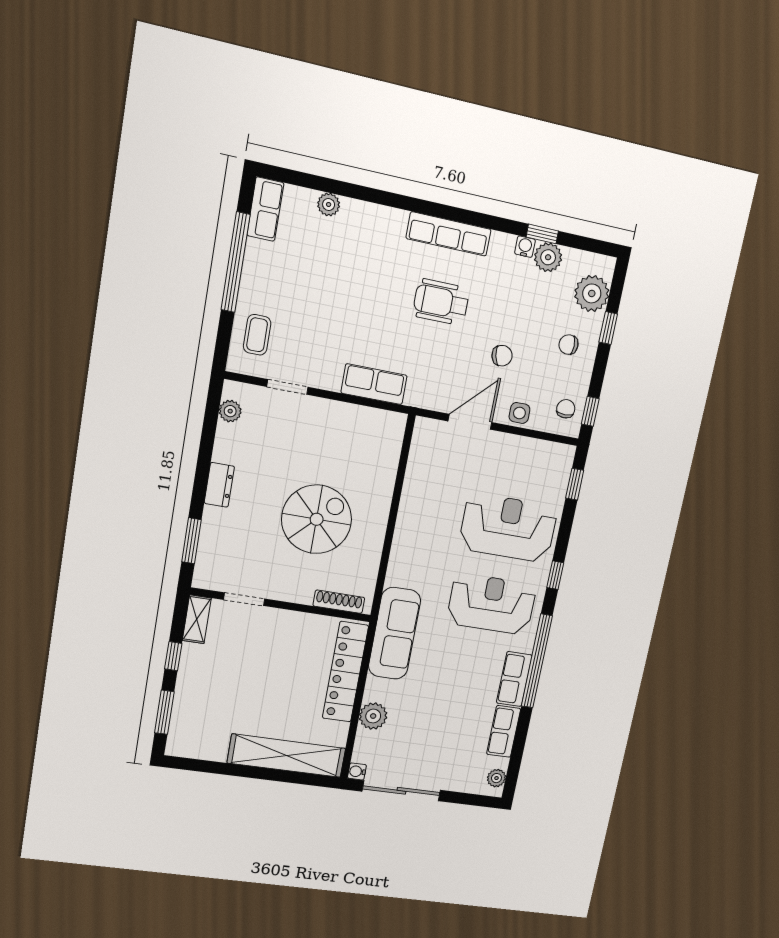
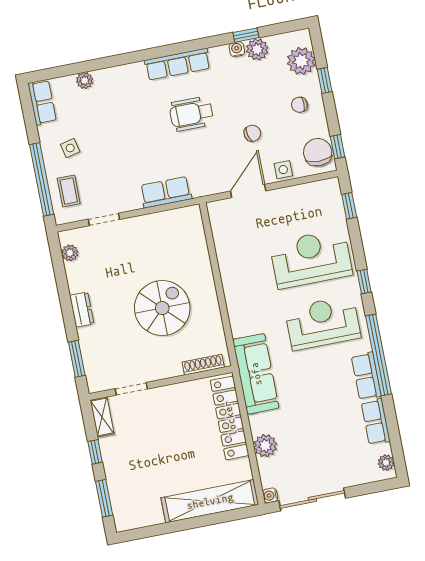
window: (236, 262) -> (42, 179), moved
side table: (279, 282) -> (70, 148), added
chair: (566, 409) -> (318, 152), width x1.87, depth x1.87

